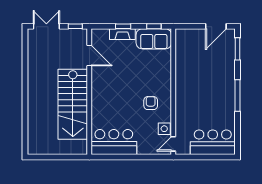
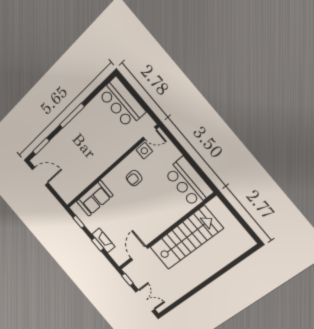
double door: (46, 26) -> (145, 301), swing flipped
sofa: (154, 39) -> (95, 198), moved, turned 90

